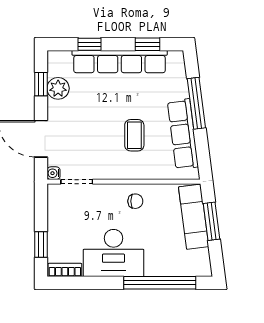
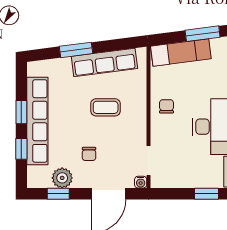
window: (148, 44) -> (21, 112), moved
window: (196, 103) -> (76, 50), width x0.69
chair: (84, 117) -> (89, 154), added
window: (211, 221) -> (203, 34), moved

